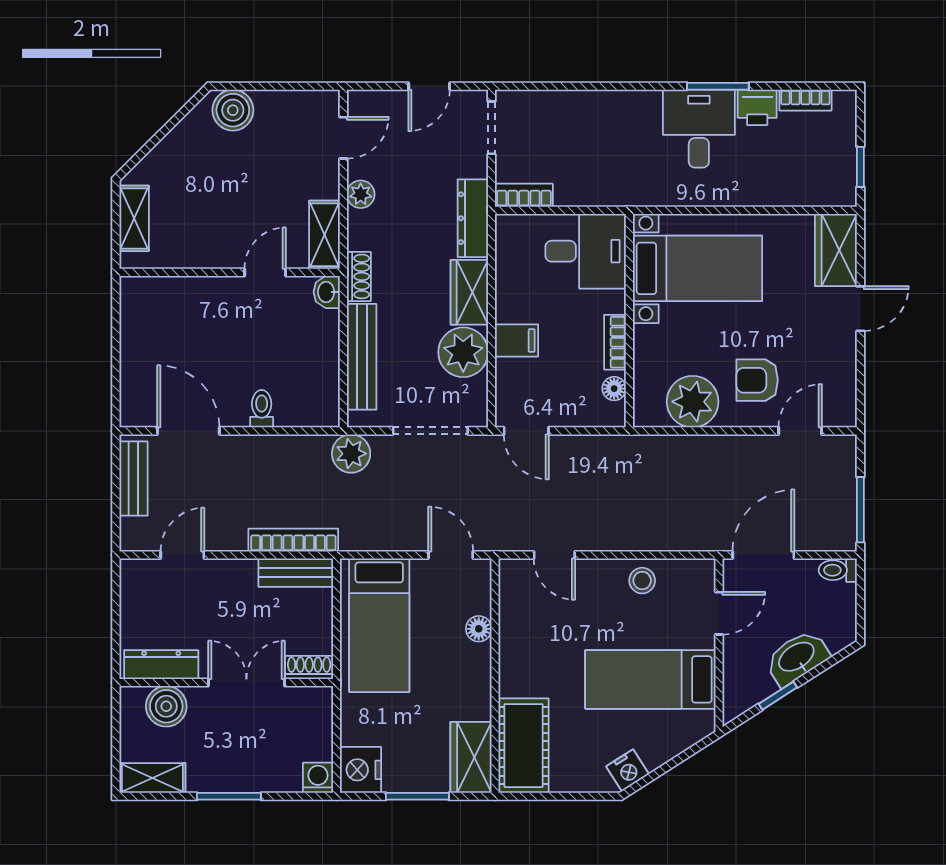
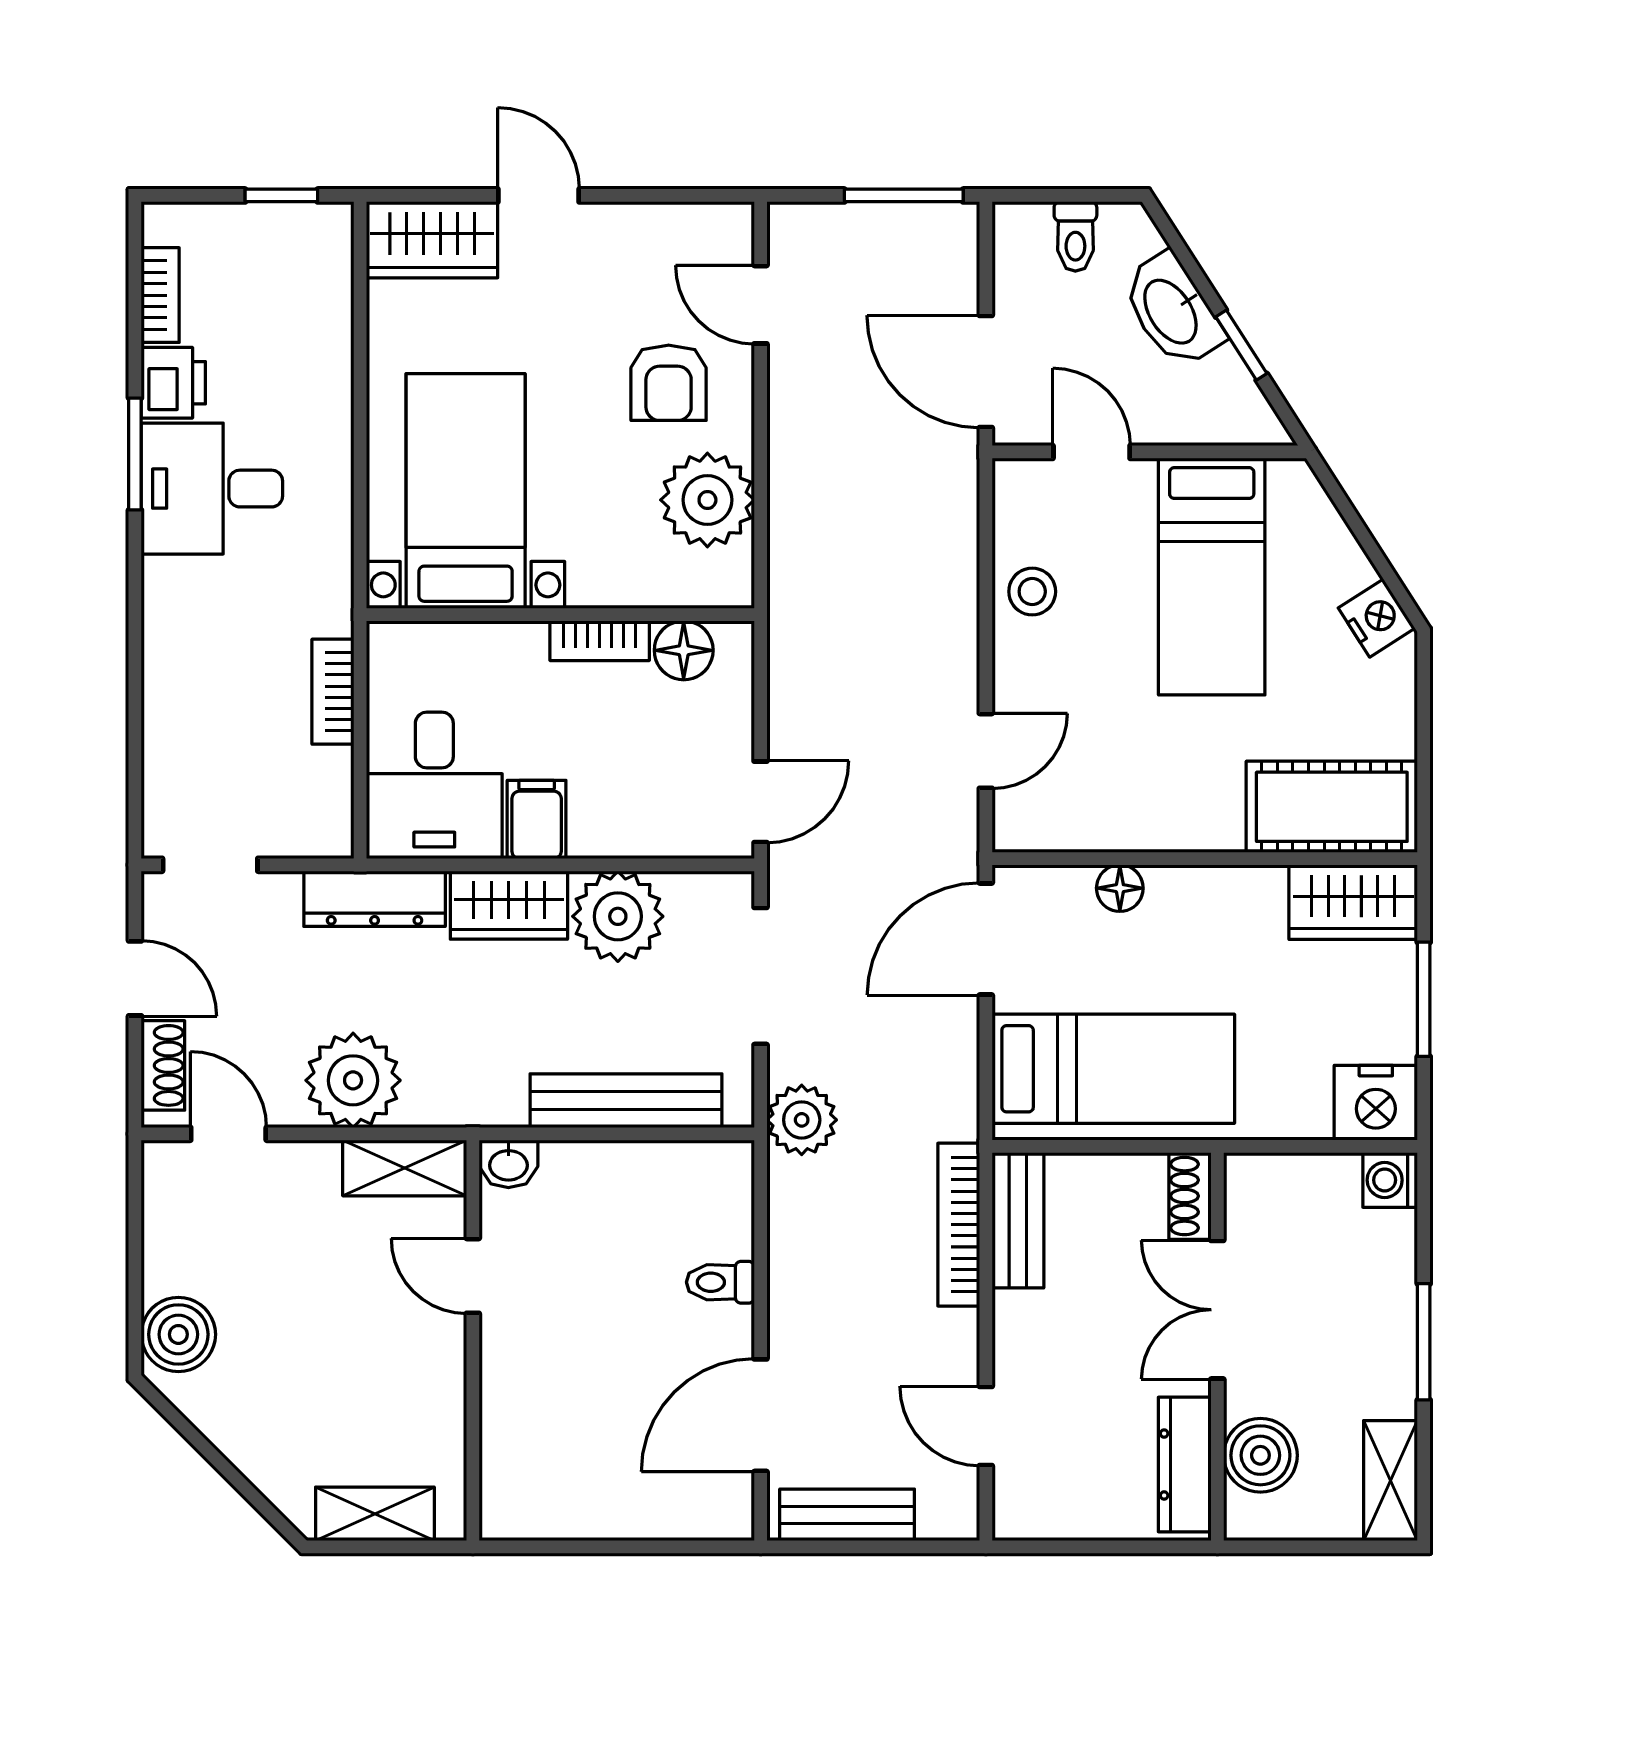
plant: (361, 194) -> (353, 1080), width x1.88, depth x1.88
bookcase: (524, 195) -> (333, 692), moved
desk: (586, 251) -> (434, 785), moved, turned 180
shoe rack: (359, 276) -> (163, 1065), moved, turned 90
filing cabinet: (517, 340) -> (537, 819), moved
floor lamp: (614, 389) -> (684, 650), width x1.37, depth x1.37
door: (451, 555) -> (986, 939), width x1.38
toilet: (838, 570) -> (1075, 236), moved

